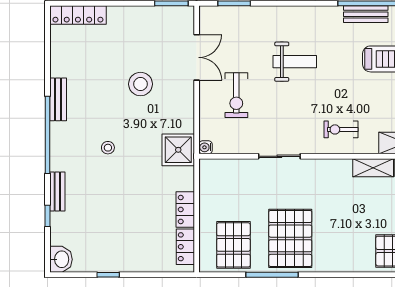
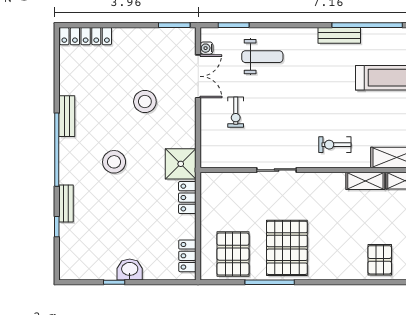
bench: (366, 14) -> (339, 35), moved
weight bench: (295, 62) -> (262, 57), moved
exercise bike: (236, 95) -> (236, 112), width x0.73, depth x0.72
water cooler: (206, 147) -> (207, 48), moved
stool: (108, 148) -> (114, 162), width x1.89, depth x1.89
locker: (185, 209) -> (187, 198), moved
washbasin: (61, 259) -> (130, 270), moved, turned -90

